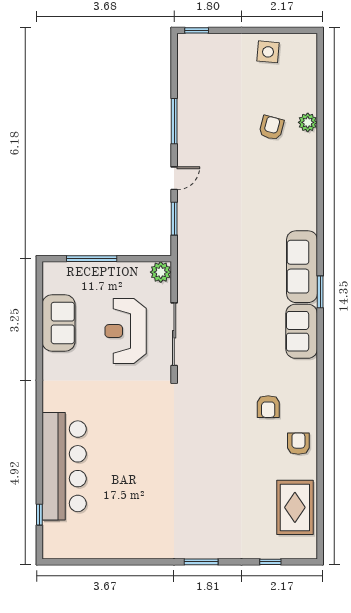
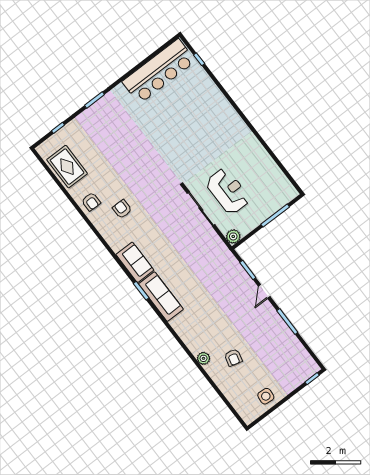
plant: (308, 122) -> (203, 358), moved
sofa: (59, 323) -> (267, 168), removed
bar counter: (64, 466) -> (159, 71), moved, turned -90

